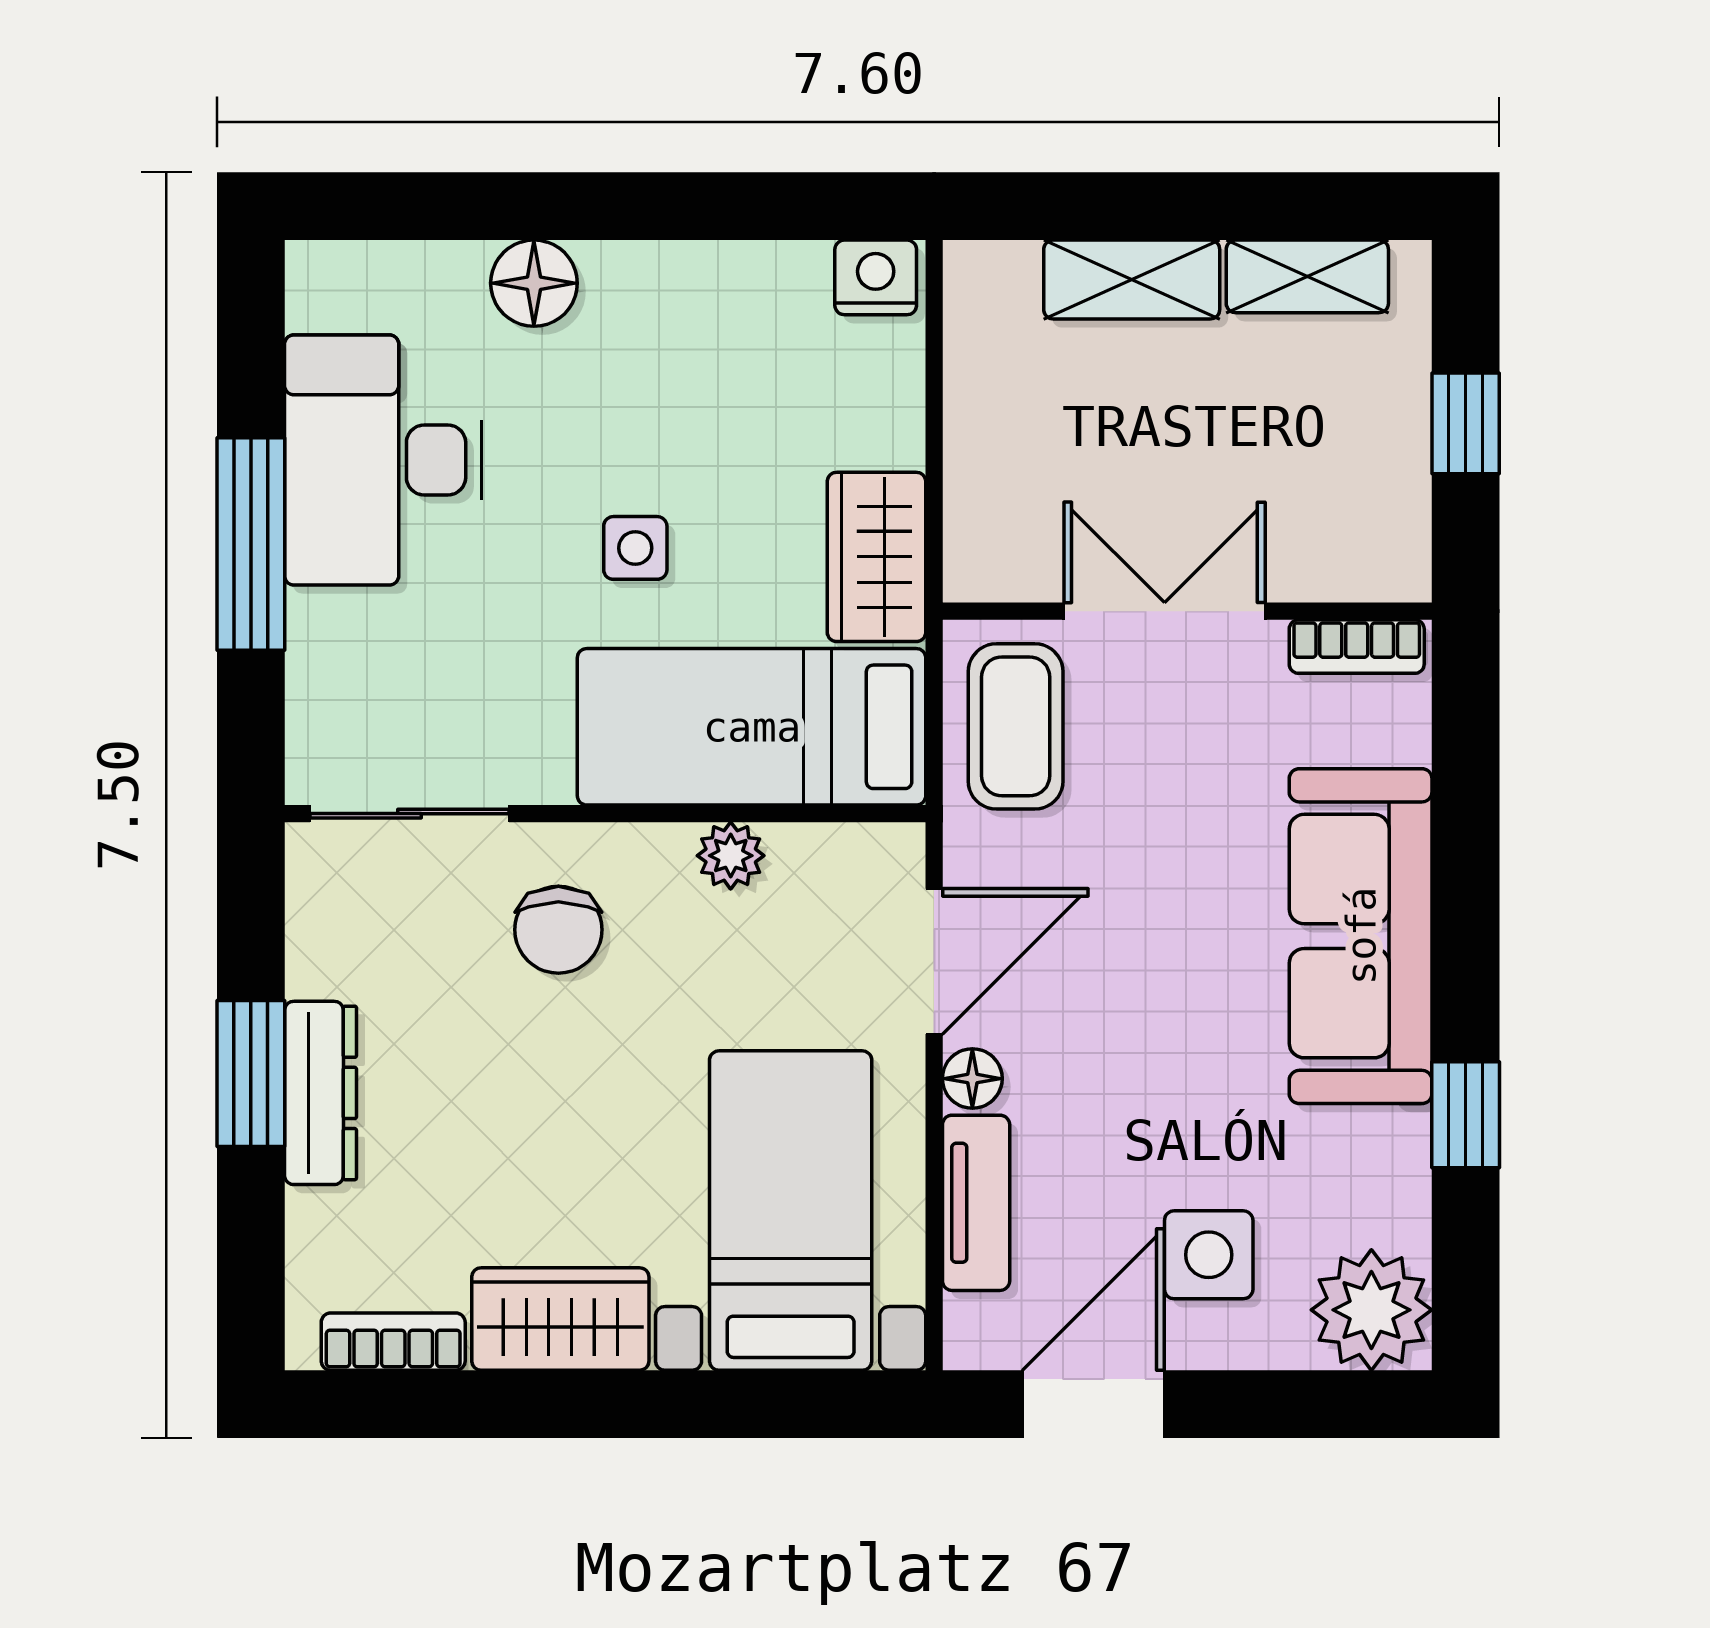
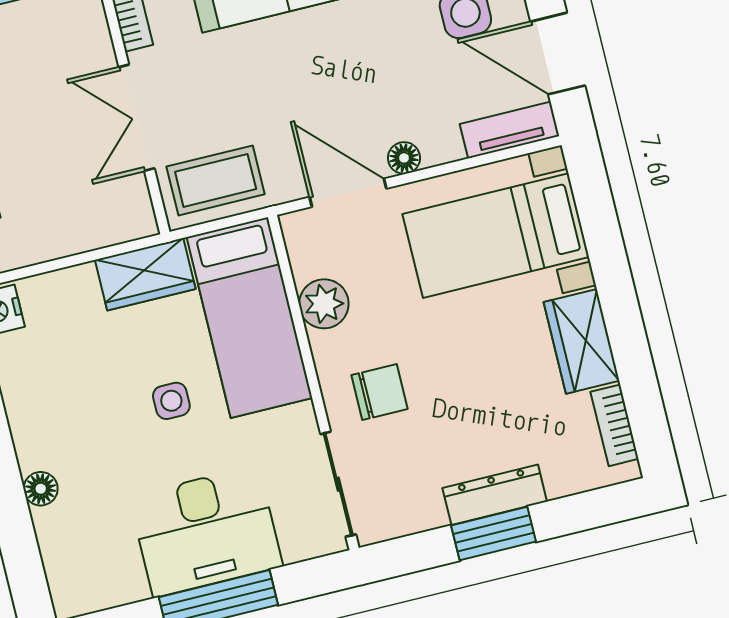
floor lamp: (534, 283) -> (41, 489), width x0.73, depth x0.73
desk: (383, 460) -> (206, 531), moved
plant: (731, 856) -> (324, 304), width x1.38, depth x1.38
tv unit: (976, 1203) -> (510, 130), moved

